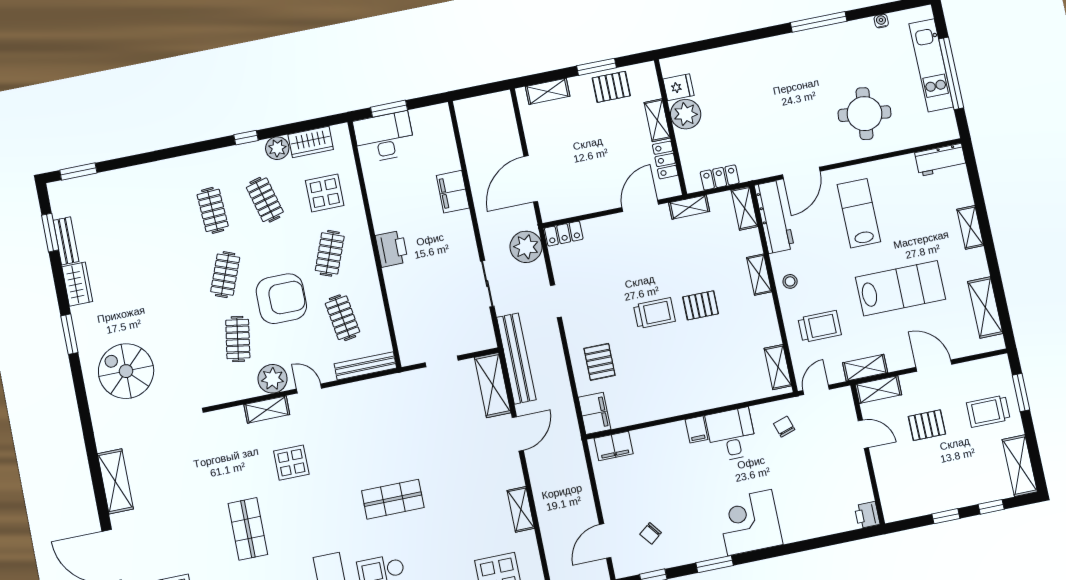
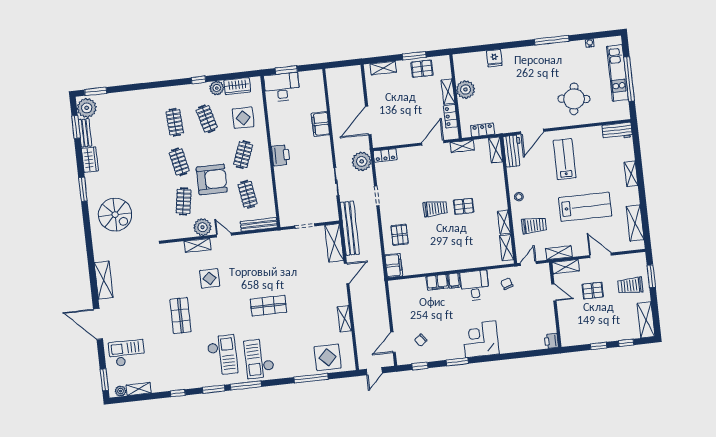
fridge: (678, 87) -> (494, 58), moved, turned 90
plant: (66, 200) -> (87, 108), added
workbench: (774, 217) -> (513, 151), width x0.73
clothes rail: (225, 275) -> (179, 162), turned -33
shelving: (759, 275) -> (504, 222), moved
spiral stairs: (126, 371) -> (115, 215), turned 180
filing cabinet: (614, 446) -> (437, 282), moved

